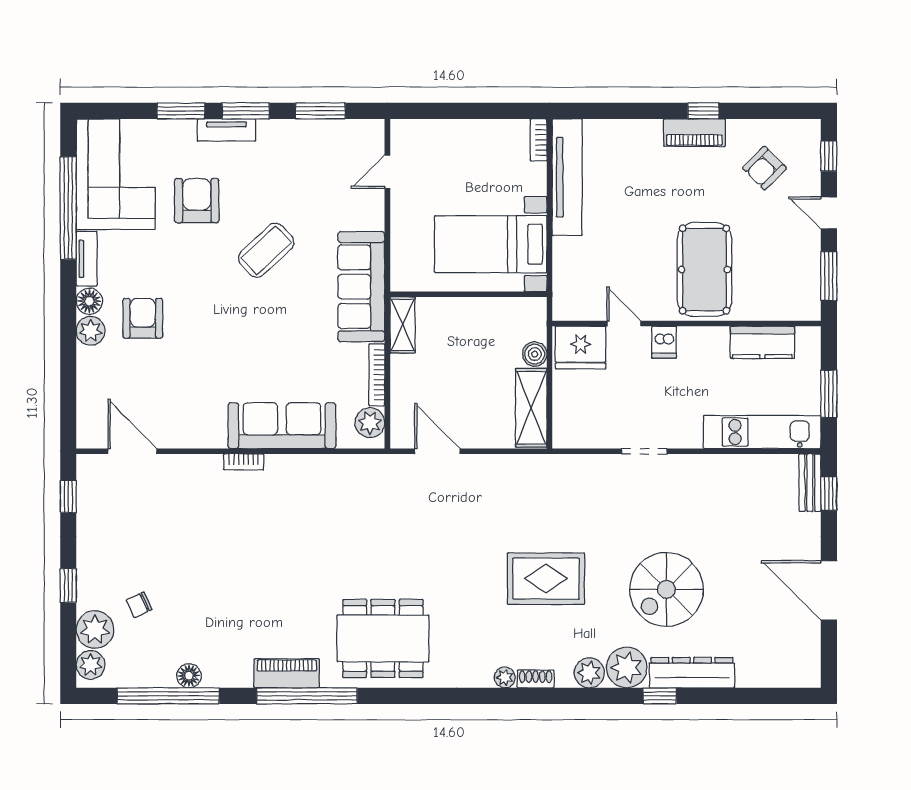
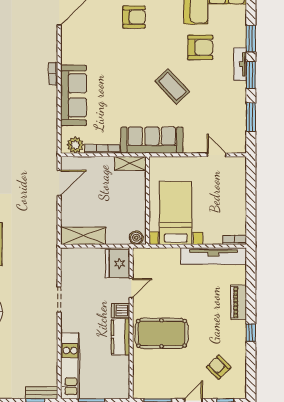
piano: (694, 133) -> (239, 302), moved
kitchen counter: (762, 342) -> (120, 337), moved
boiler: (535, 354) -> (136, 238), moved

